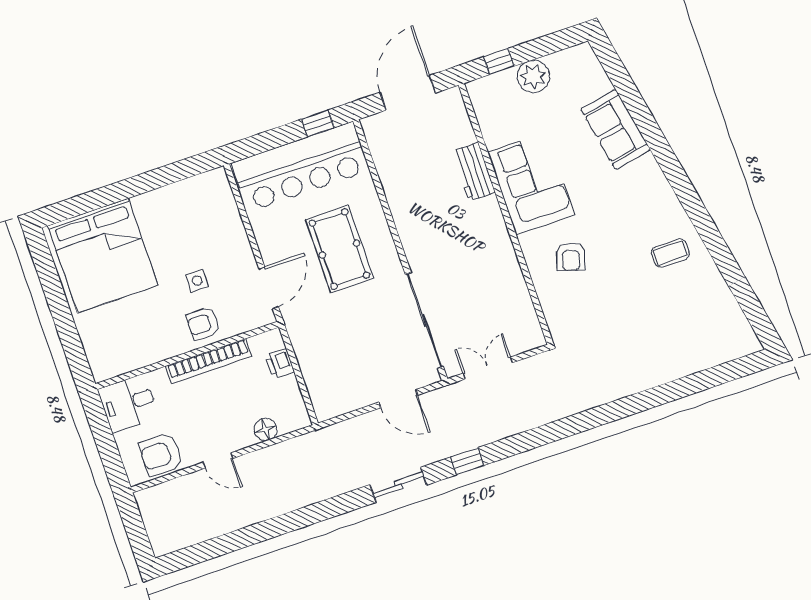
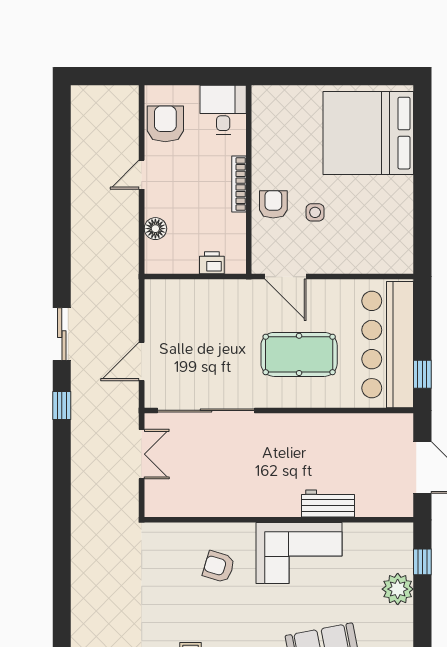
bookcase: (209, 361) -> (239, 184), width x0.68, depth x0.76

